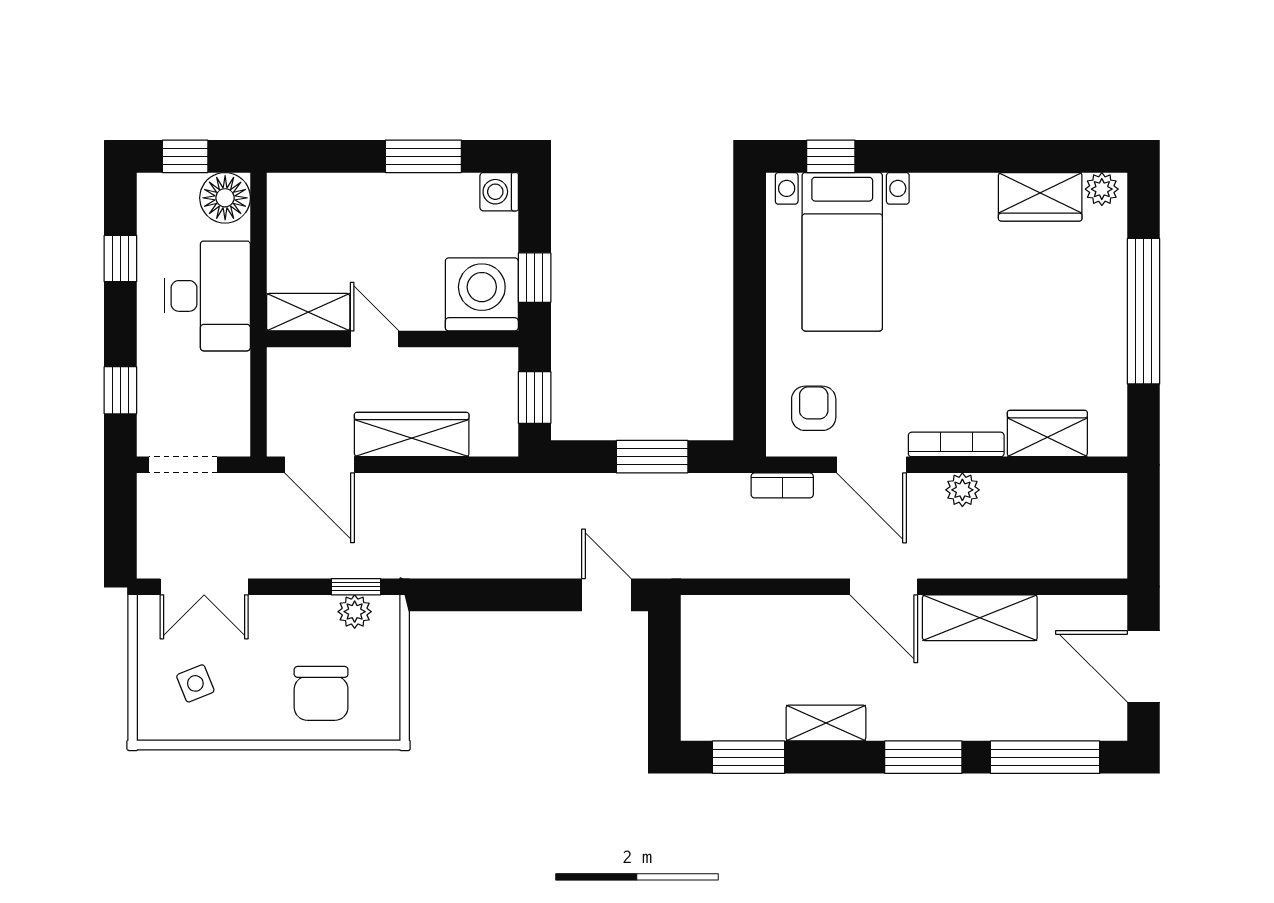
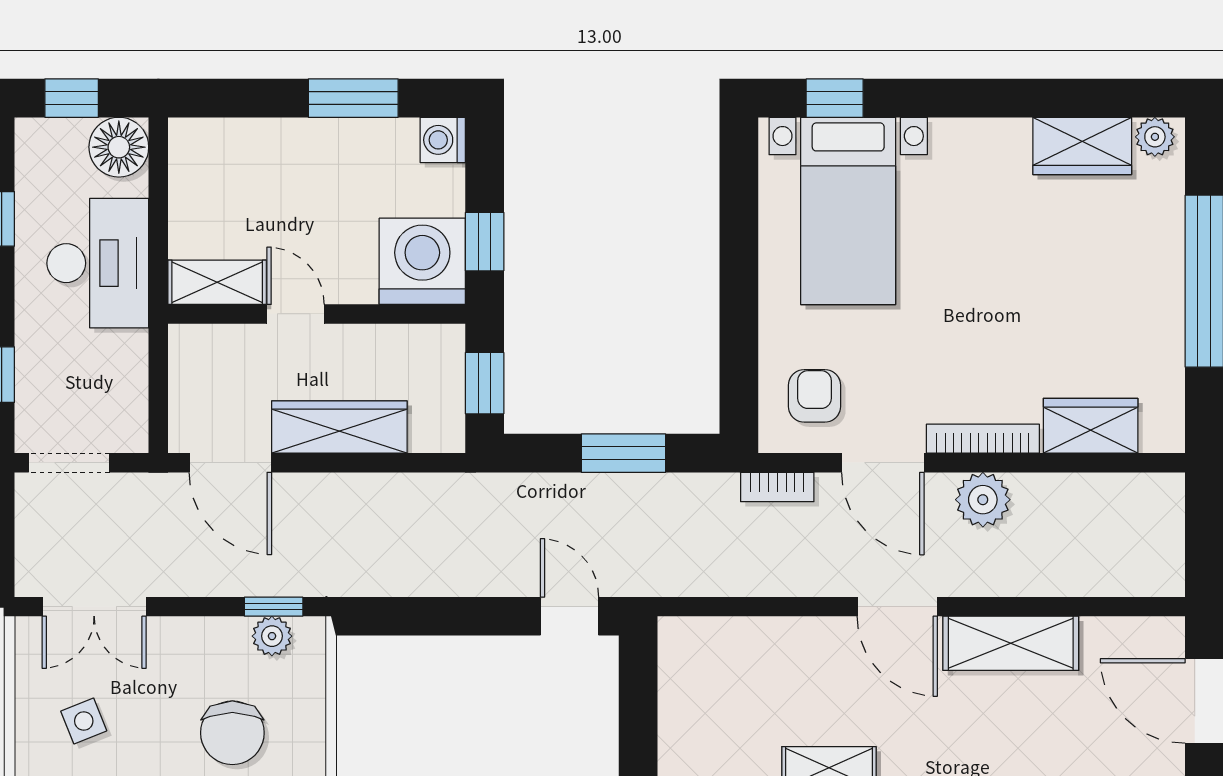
plant: (962, 490) -> (983, 500), width x1.38, depth x1.38

